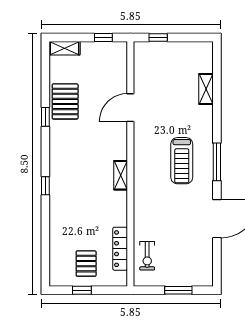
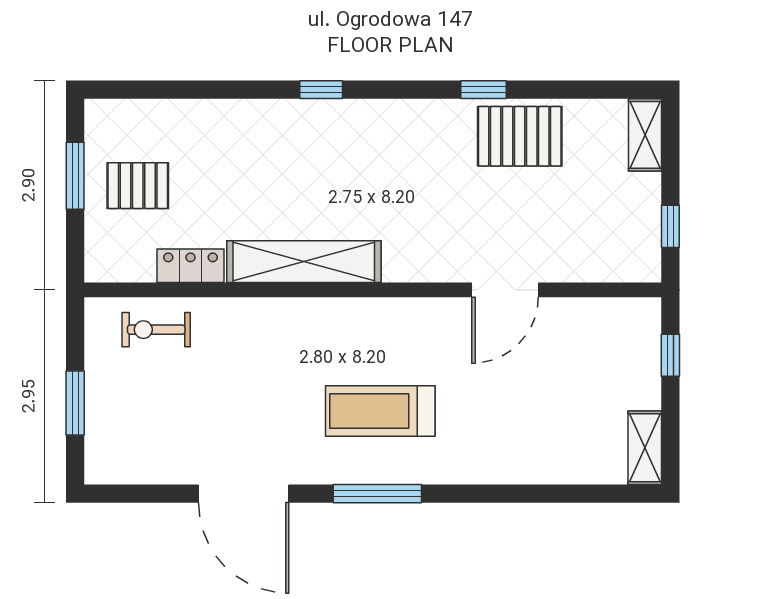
shelving: (206, 89) -> (645, 448), moved, turned 90
door: (130, 108) -> (505, 290), swing flipped
shelving: (121, 175) -> (304, 262), width x2.20, depth x1.33
locker: (120, 249) -> (191, 266), width x0.66
window: (82, 290) -> (75, 176), width x1.50

